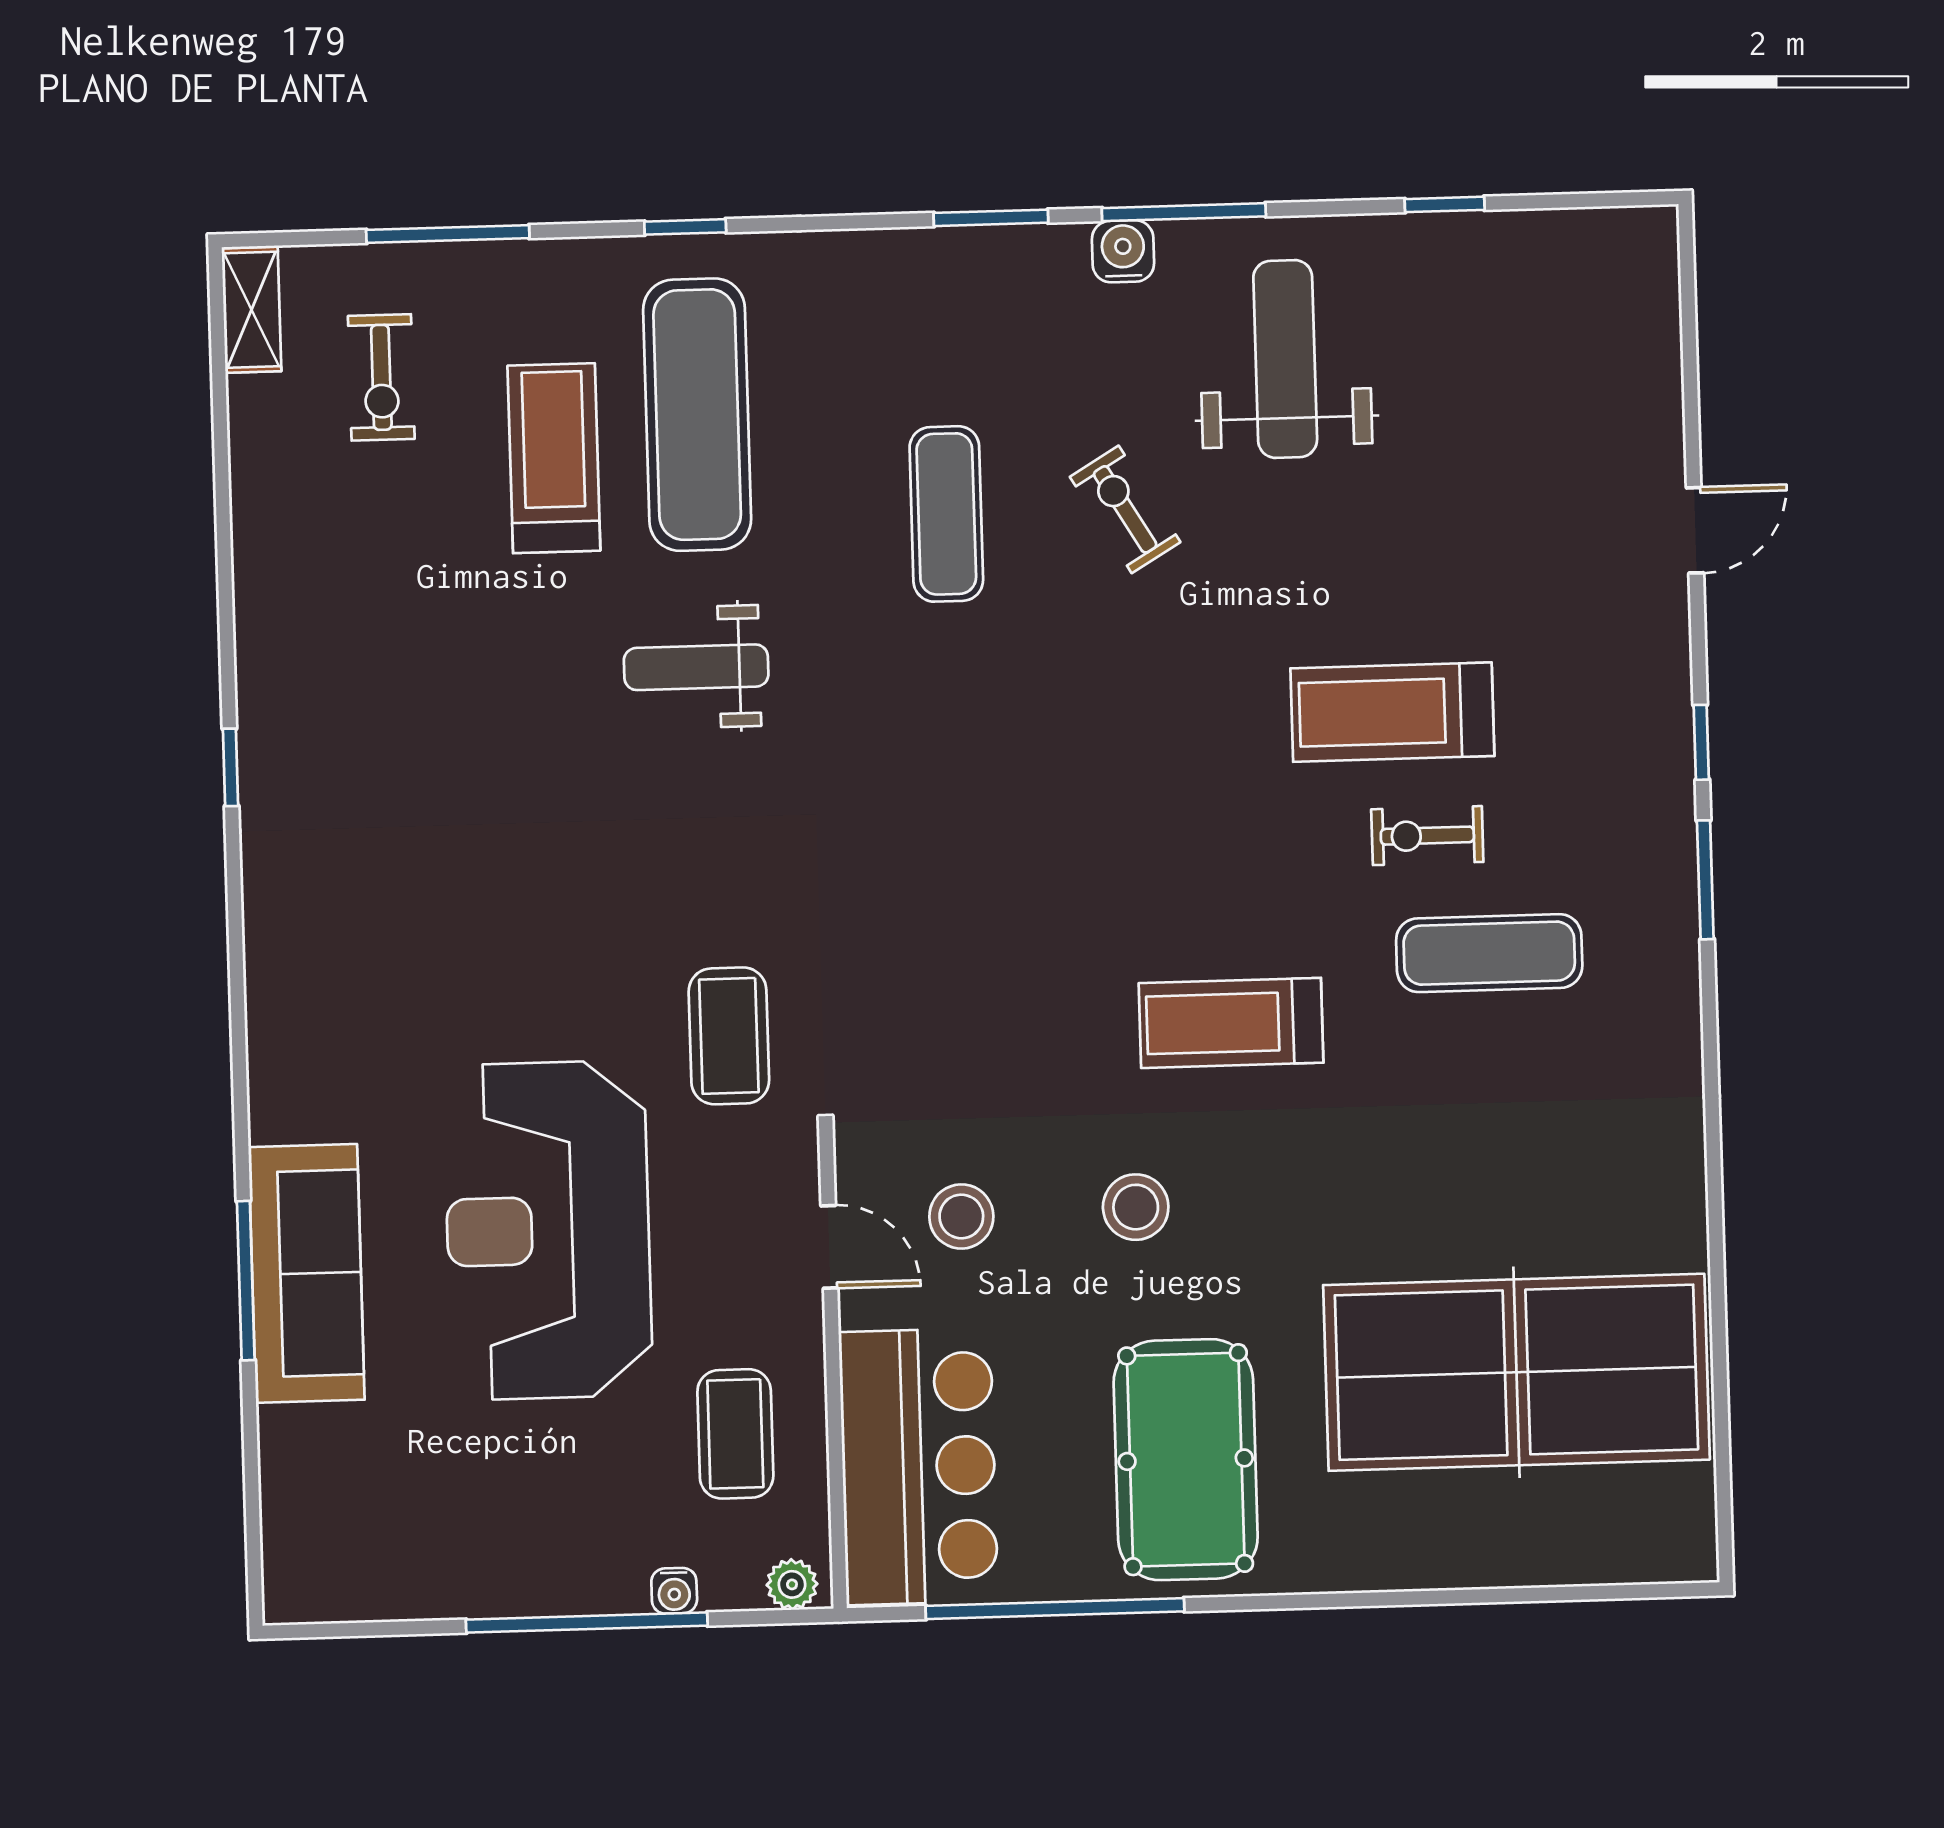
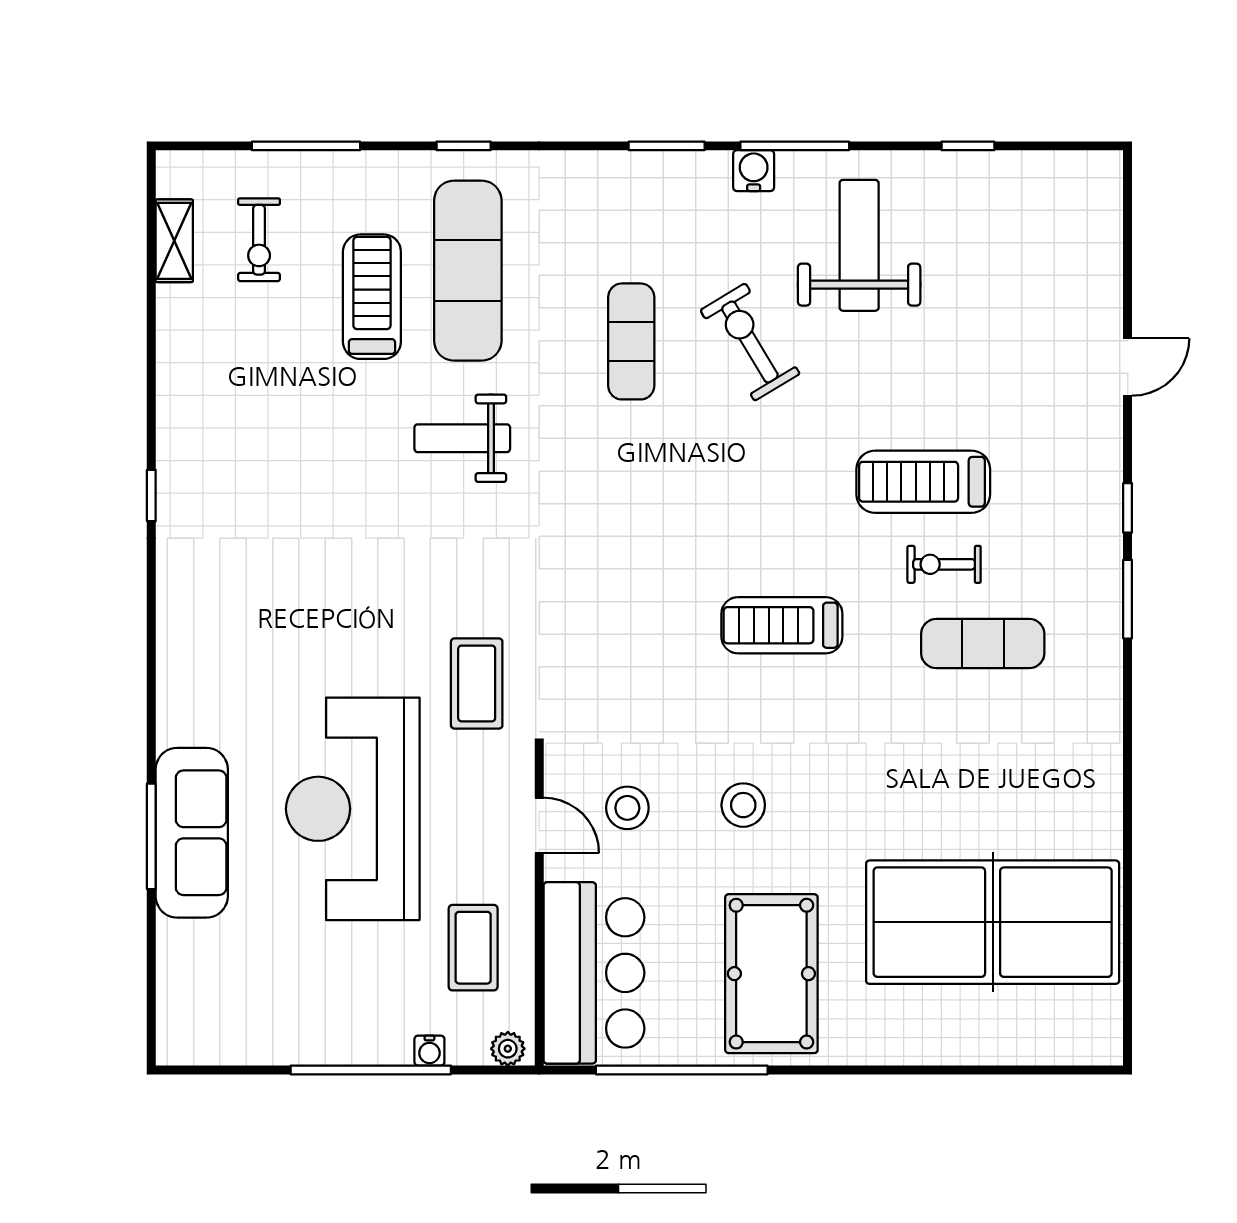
shelving: (251, 310) -> (174, 241), moved
exercise bike: (1125, 509) -> (750, 342), width x1.38, depth x1.39
treadmill: (1231, 1023) -> (782, 625), moved

